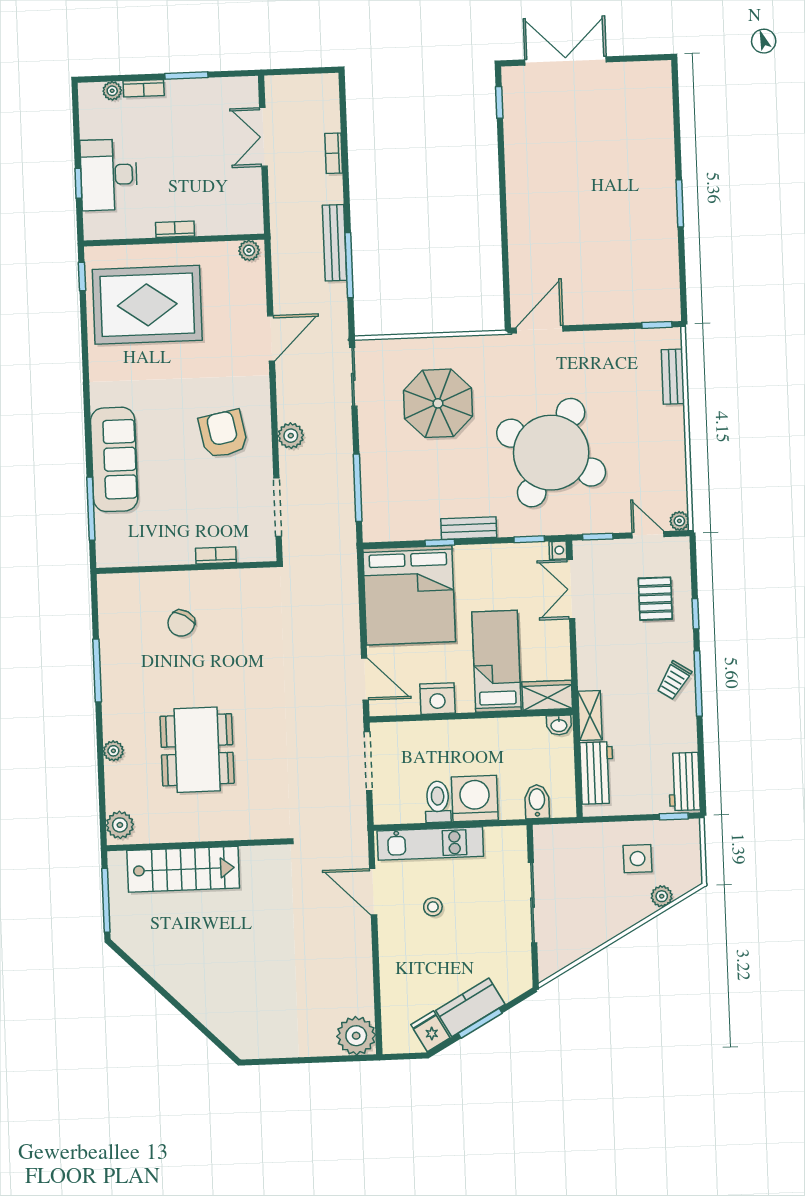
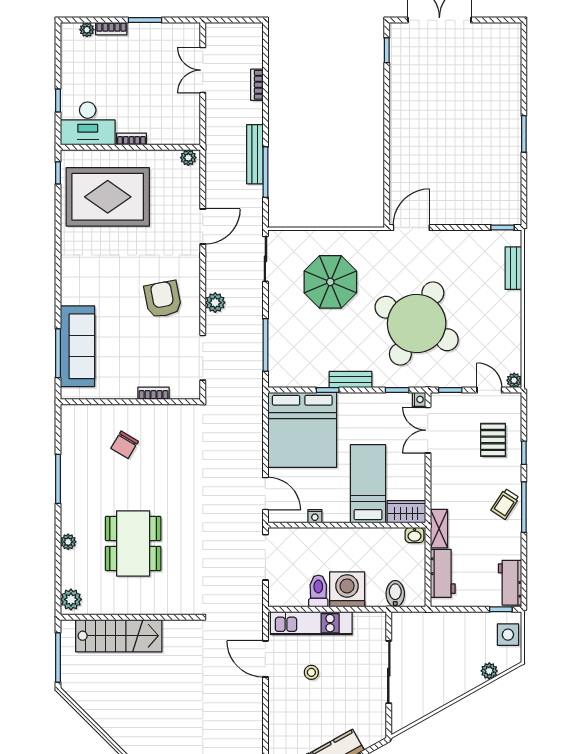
desk: (109, 175) -> (88, 123), moved, turned -90
sofa: (114, 459) -> (77, 346), moved
nightstand: (437, 699) -> (315, 516), width x0.53, depth x0.56
side table: (638, 859) -> (508, 635), moved

